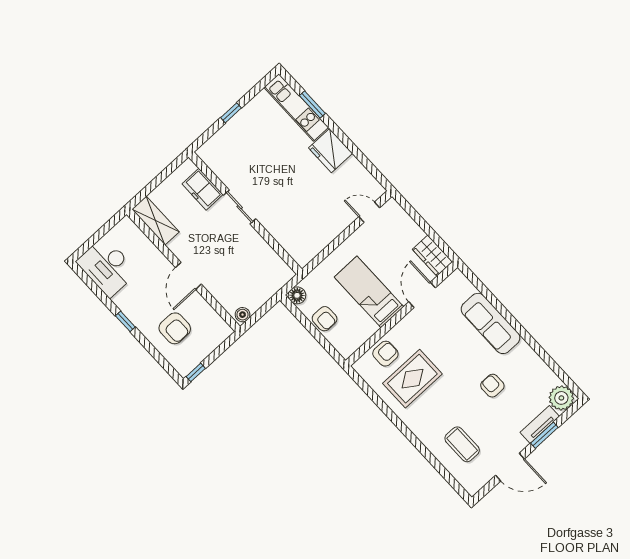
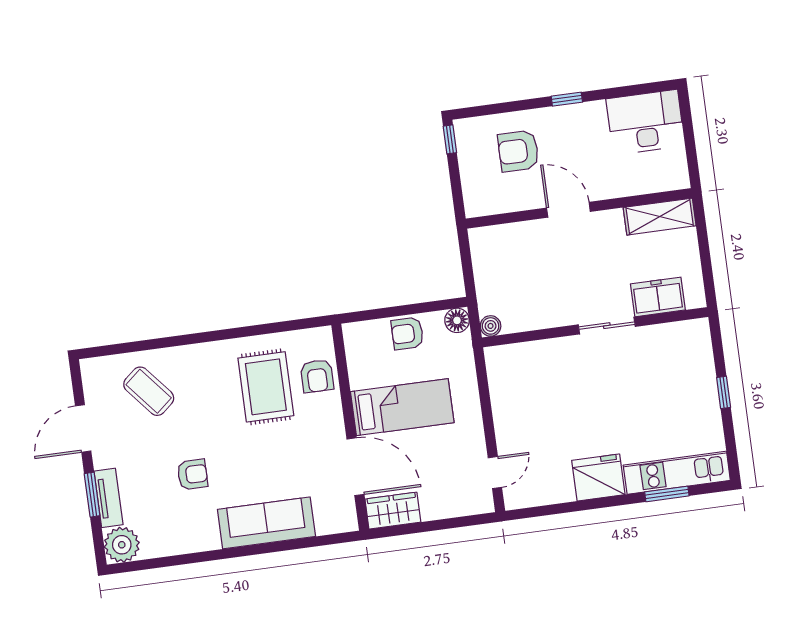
door: (422, 295) -> (356, 467), width x1.36
boiler: (243, 315) -> (491, 326), moved
coffee table: (462, 444) -> (149, 391), turned 50

